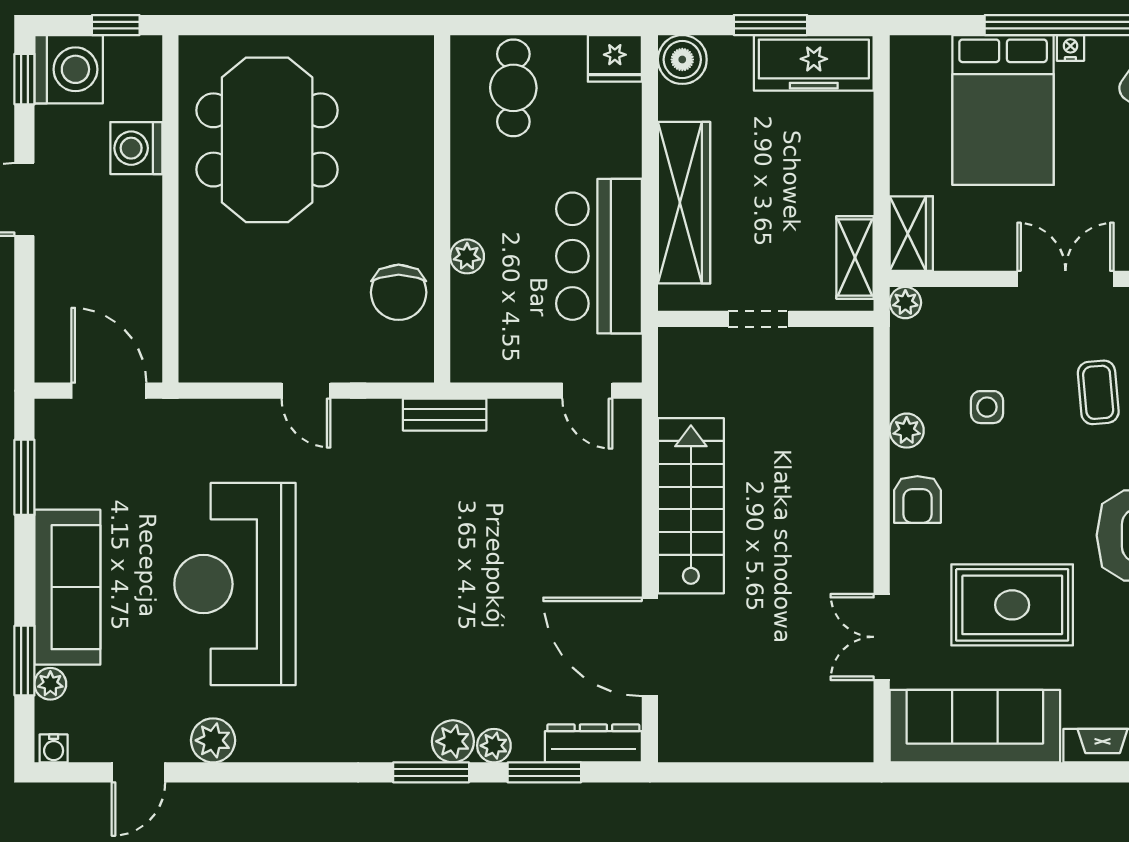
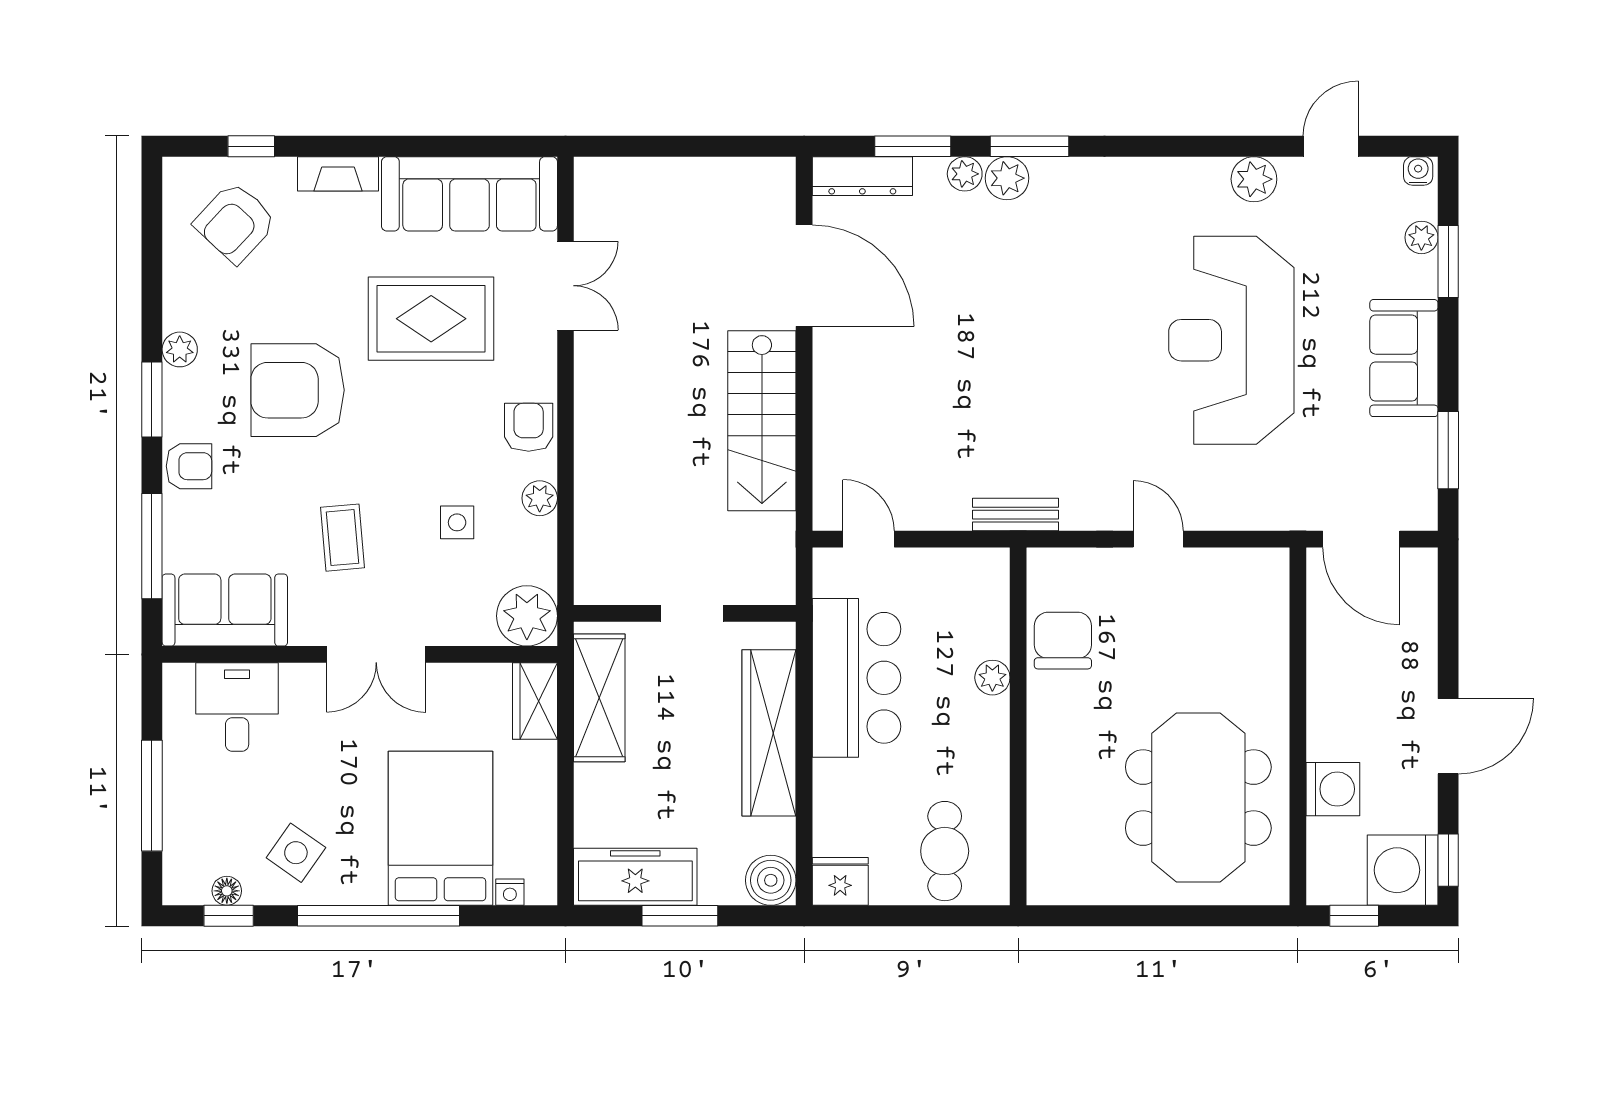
nightstand: (1070, 48) -> (510, 892), moved
shelving: (855, 257) -> (599, 698), width x1.50, depth x1.33
plant: (905, 303) -> (527, 616), width x1.88, depth x1.88
reception desk: (235, 584) -> (1231, 340), turned 180
sofa: (67, 587) -> (1404, 358), width x0.73

